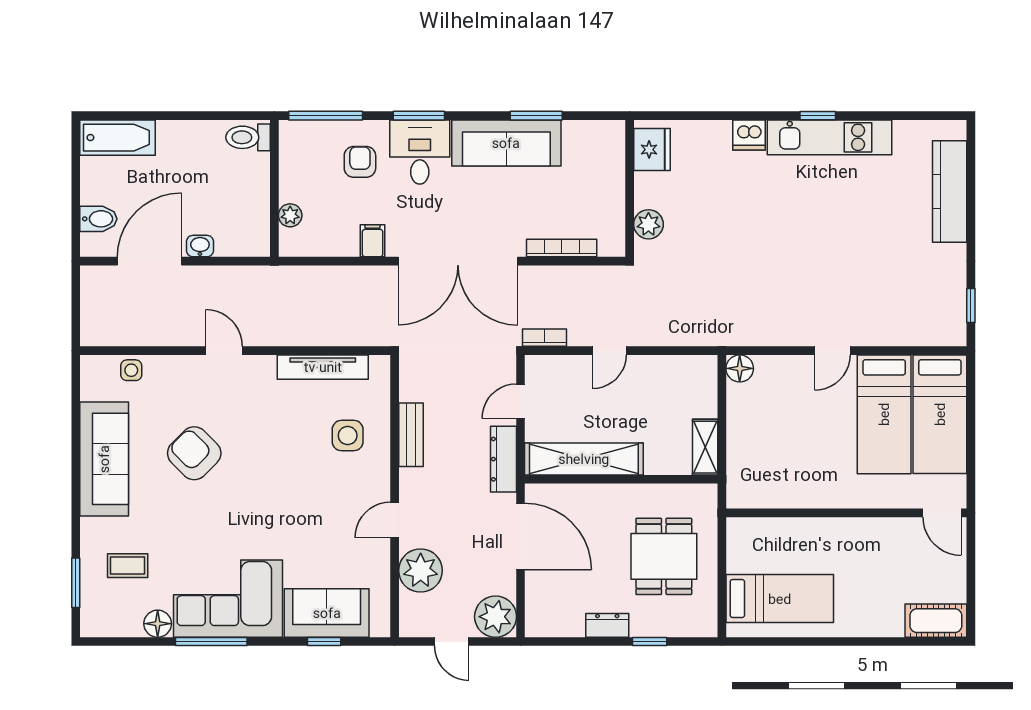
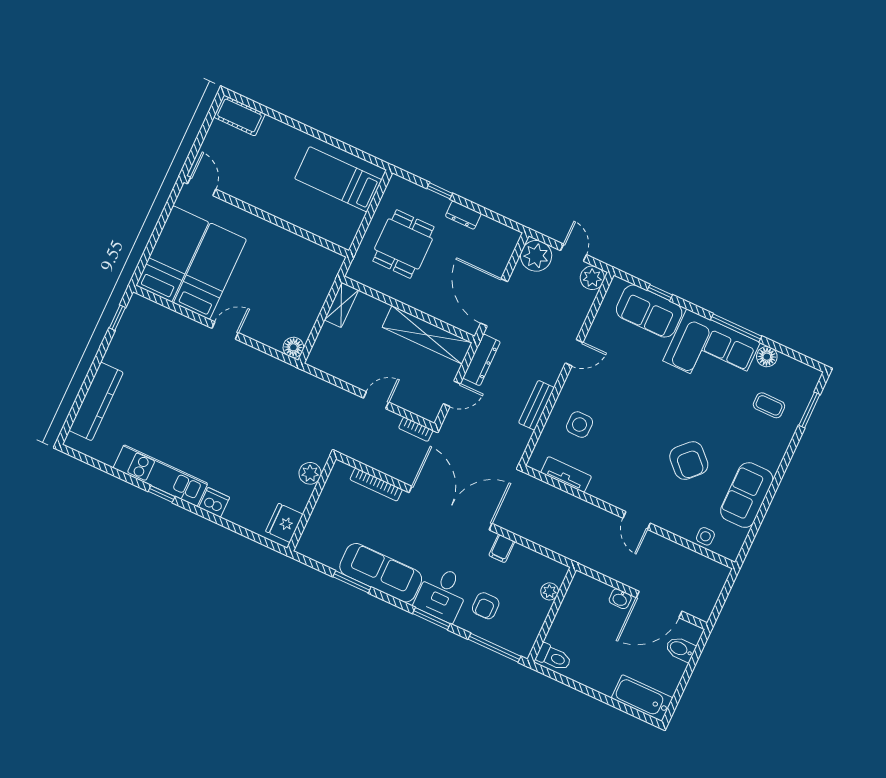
tv unit: (323, 367) -> (566, 474), width x0.71
sofa: (104, 459) -> (747, 495), width x0.73
plant: (421, 571) -> (592, 278), moved, width x0.73, depth x0.73

